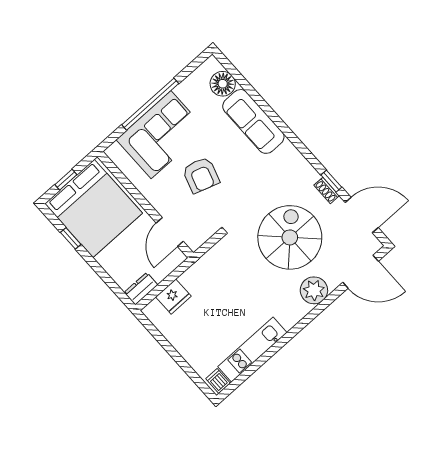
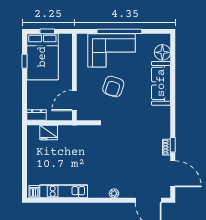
bed: (94, 208) -> (42, 57), width x0.73
spiral stairs: (290, 237) -> (129, 154), removed
plant: (314, 290) -> (114, 193), width x0.53, depth x0.53

